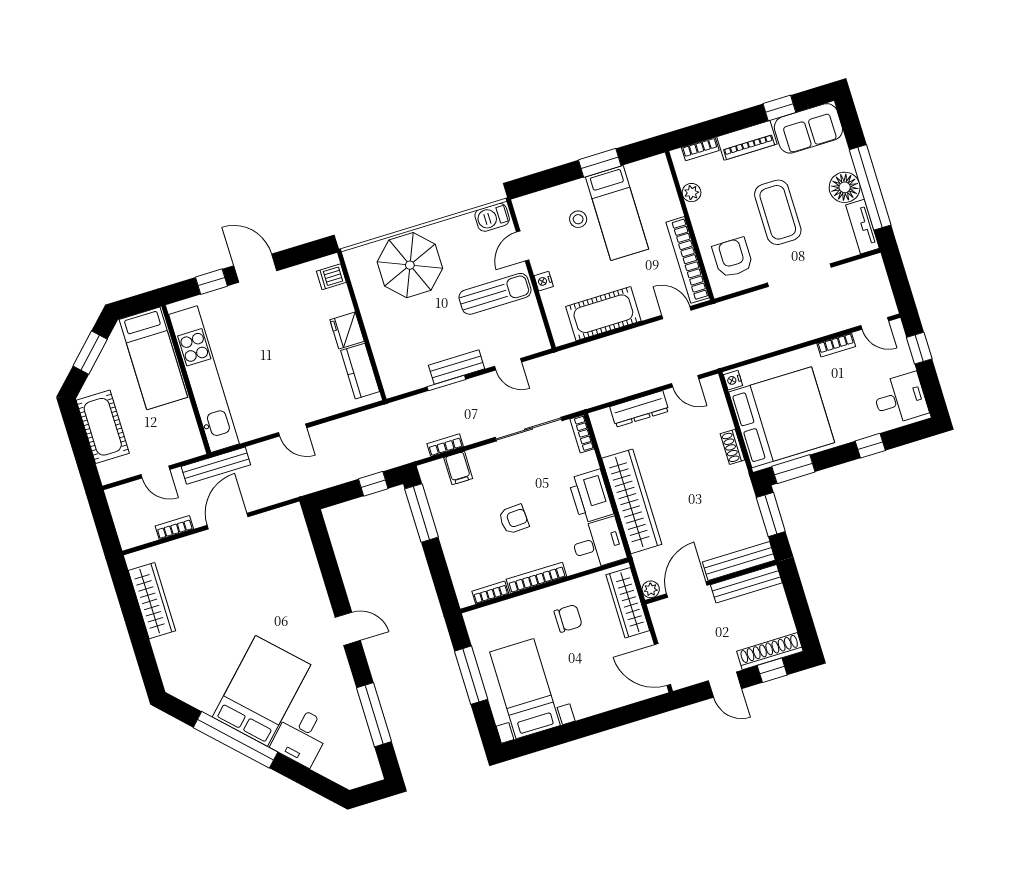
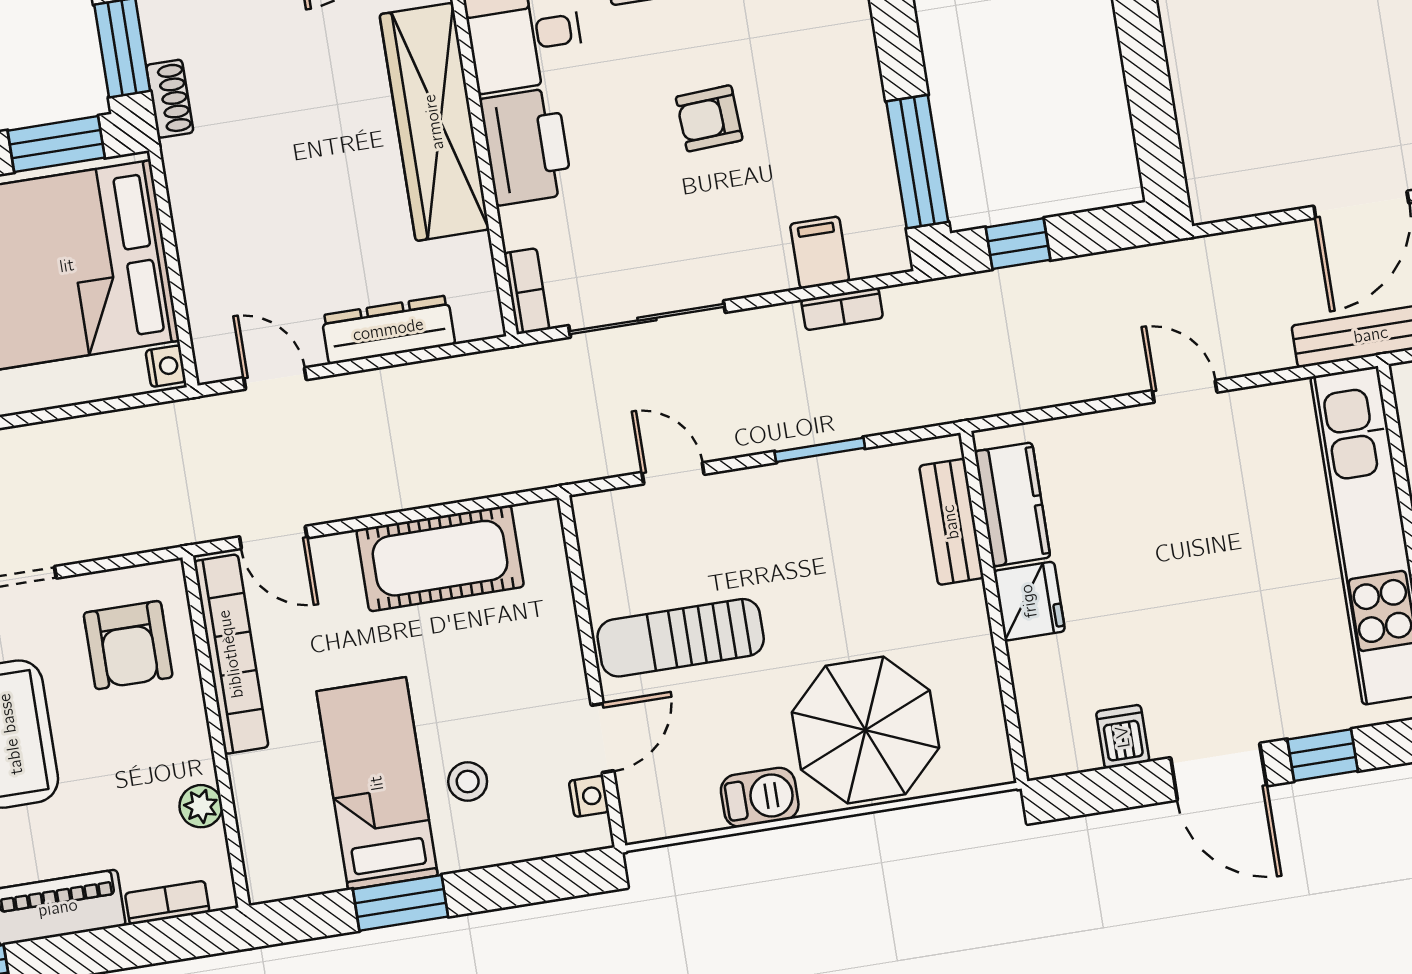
barbecue: (492, 217) -> (760, 797), moved
dishwasher: (331, 277) -> (1123, 737), moved, turned -90
nightstand: (544, 281) -> (589, 796), moved
bench: (457, 367) -> (951, 522), moved, turned 90
shoe rack: (732, 447) -> (170, 99), moved

